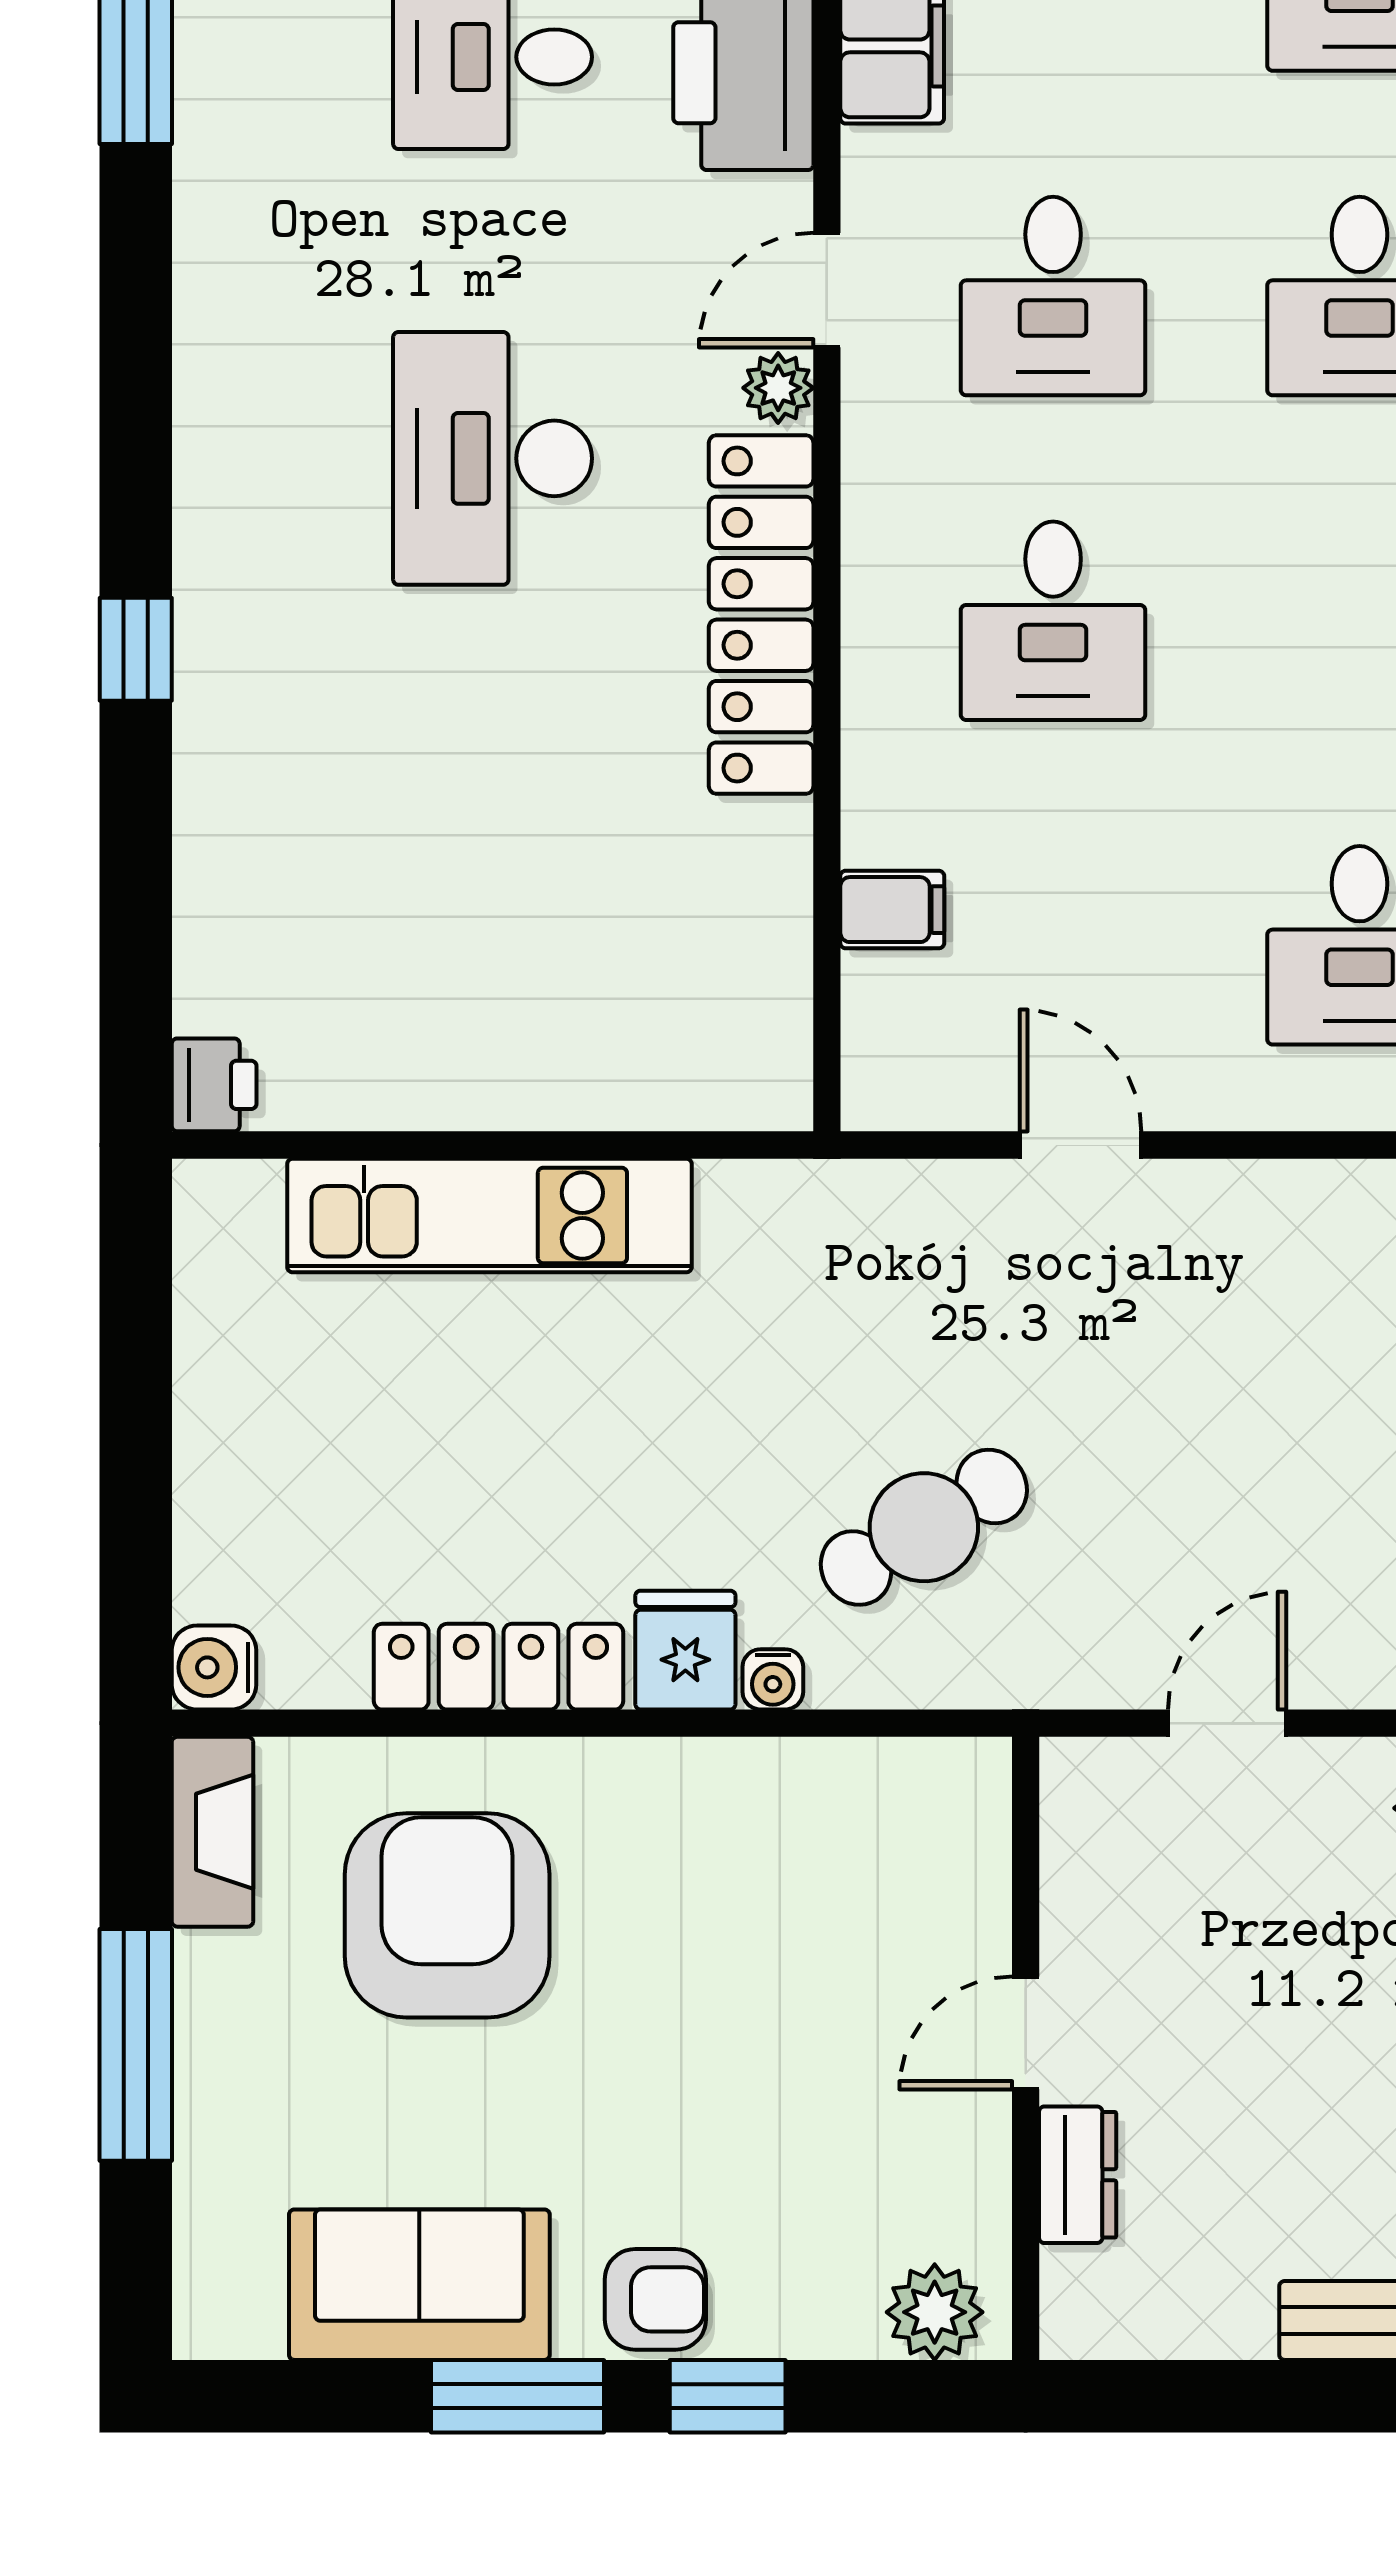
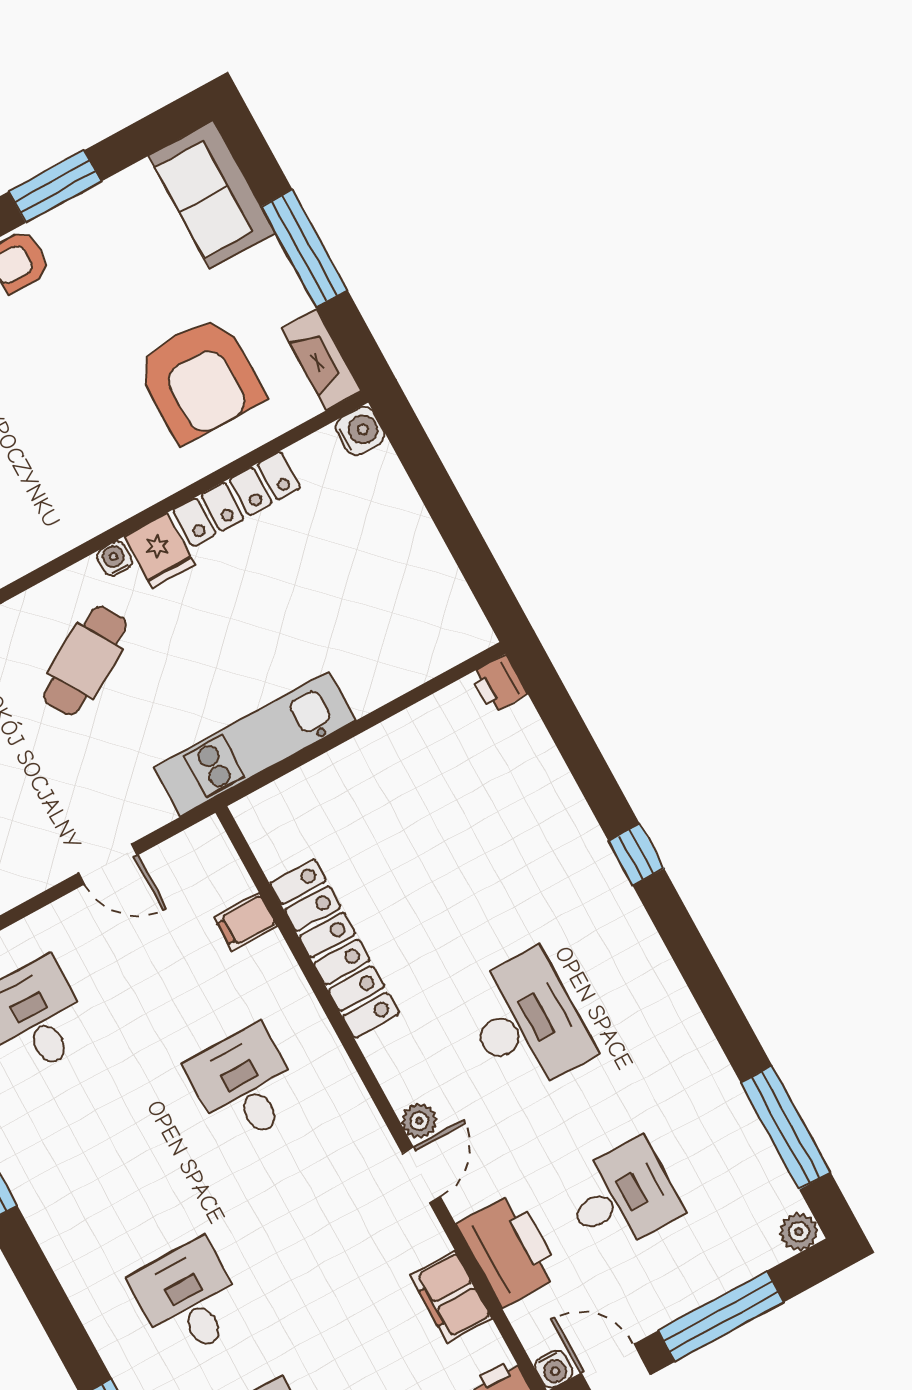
desk: (1053, 296) -> (322, 1226), removed
locker: (761, 615) -> (335, 949), moved
kitchen unit: (489, 1215) -> (254, 744), moved
sofa: (419, 2285) -> (212, 195), moved, turned 90

